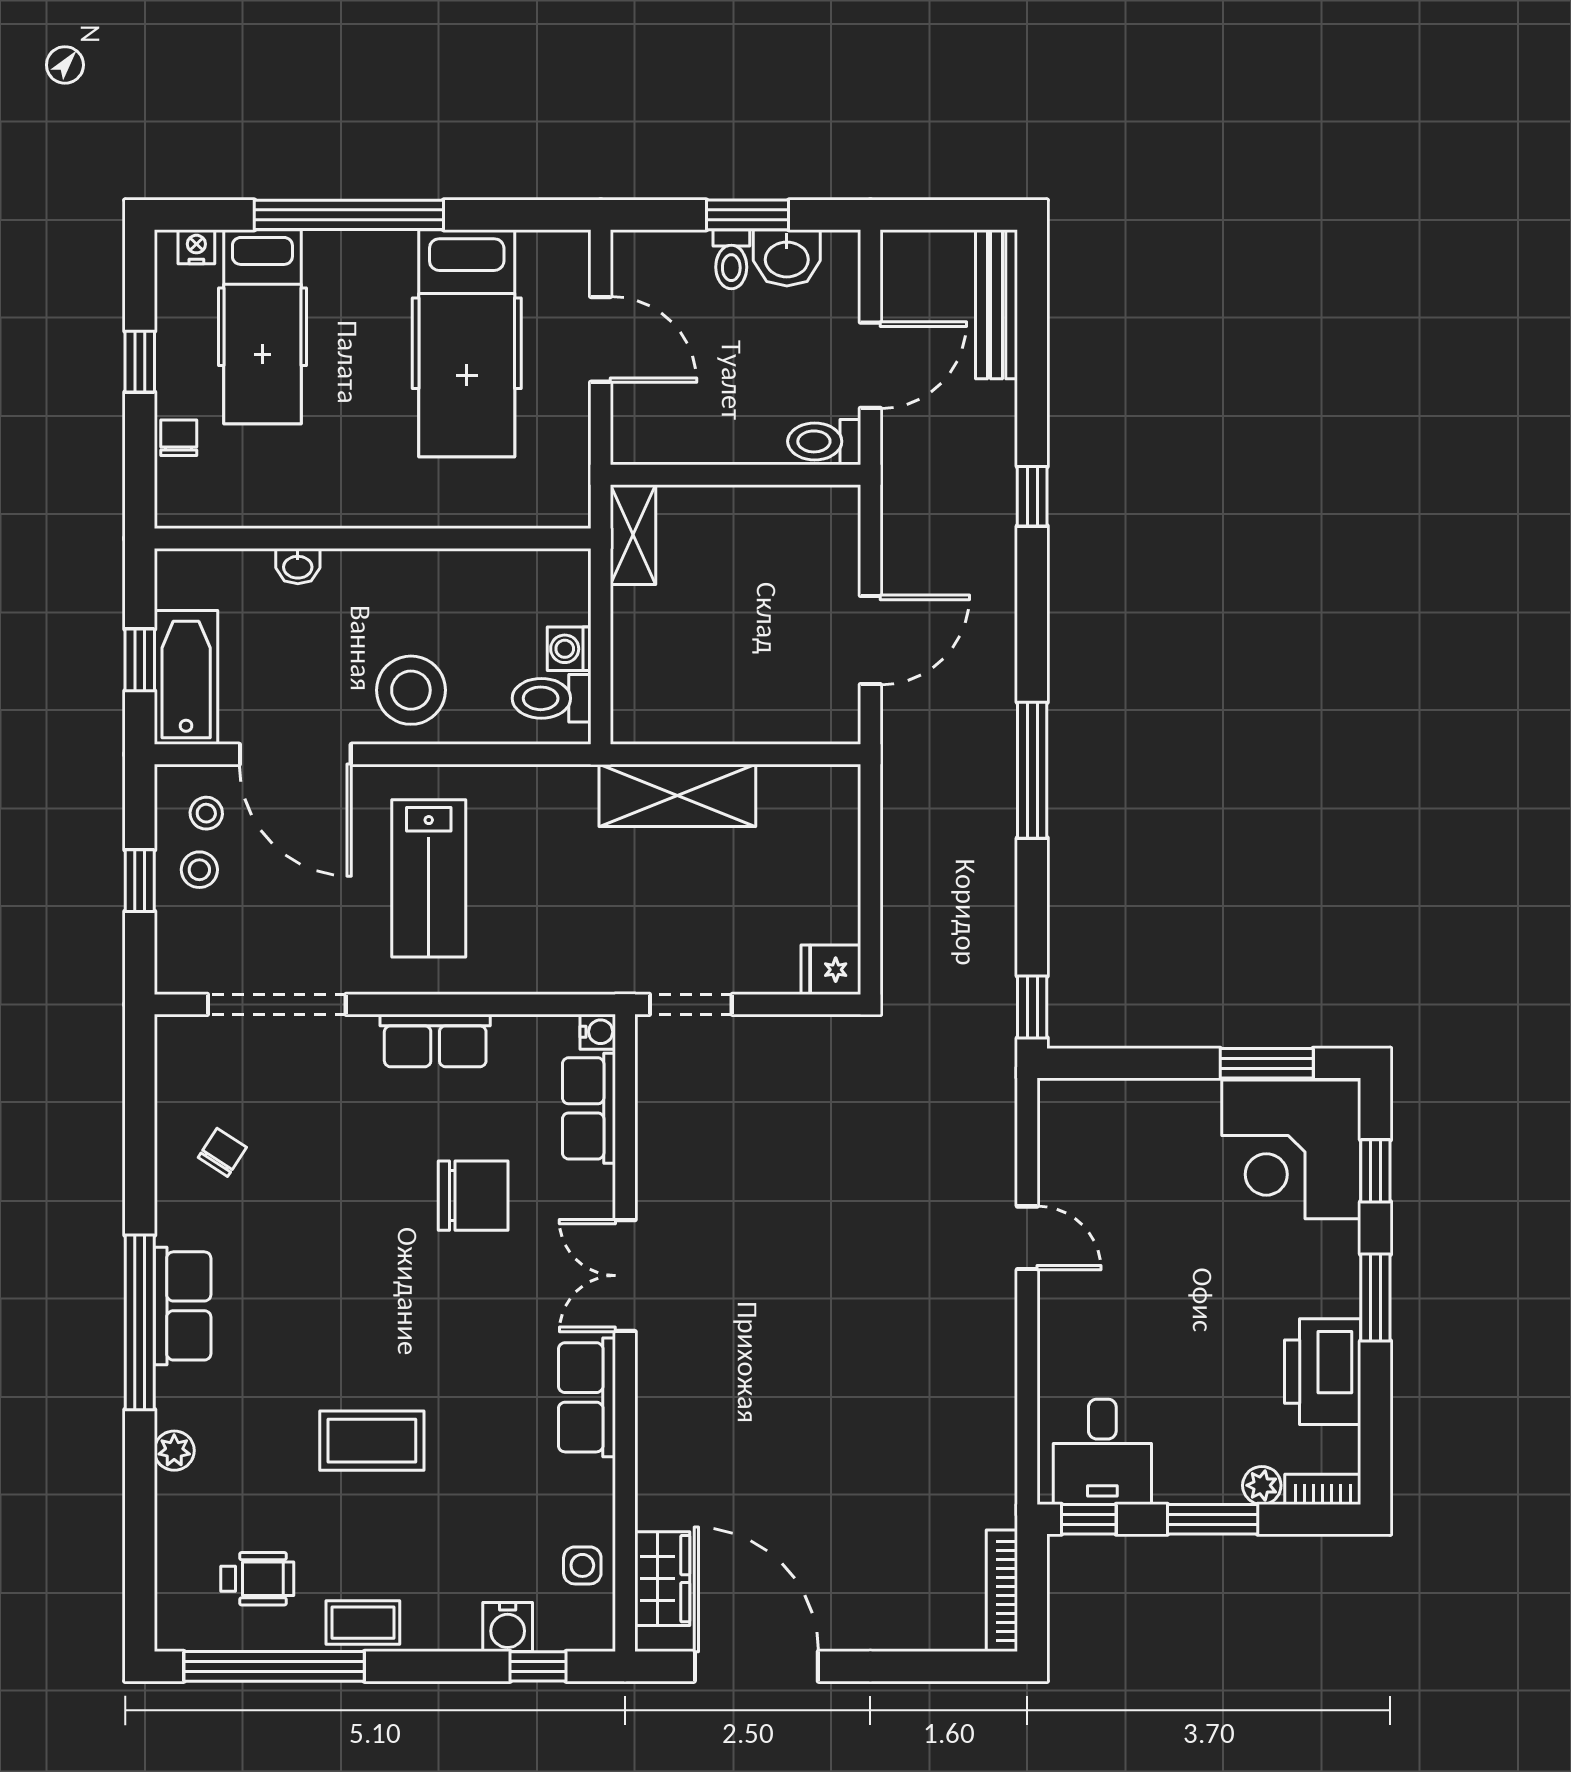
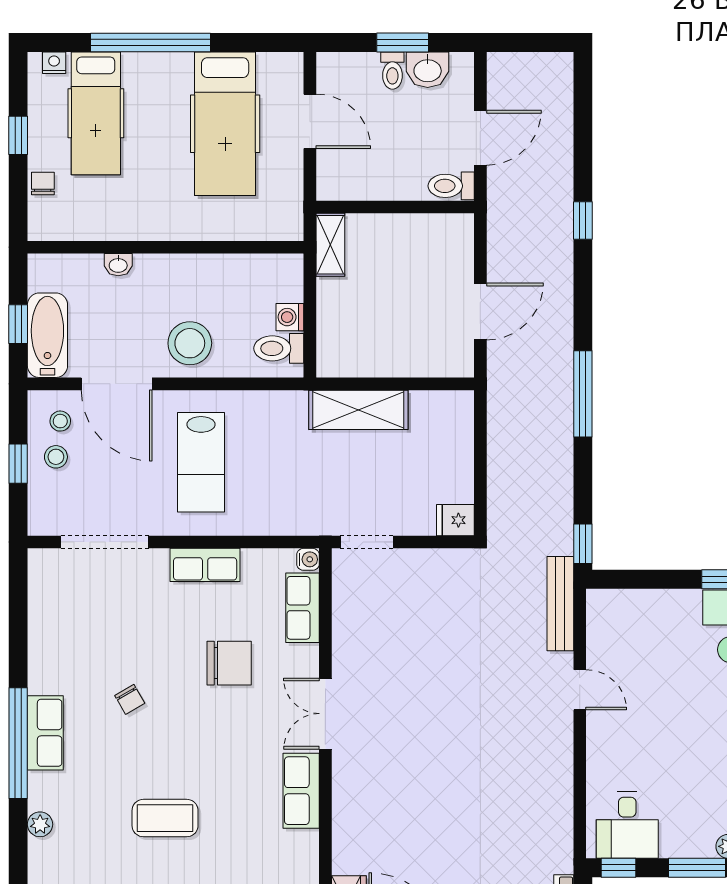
bench: (997, 304) -> (560, 604), moved
chair: (222, 1152) -> (130, 699), moved, turned 117

